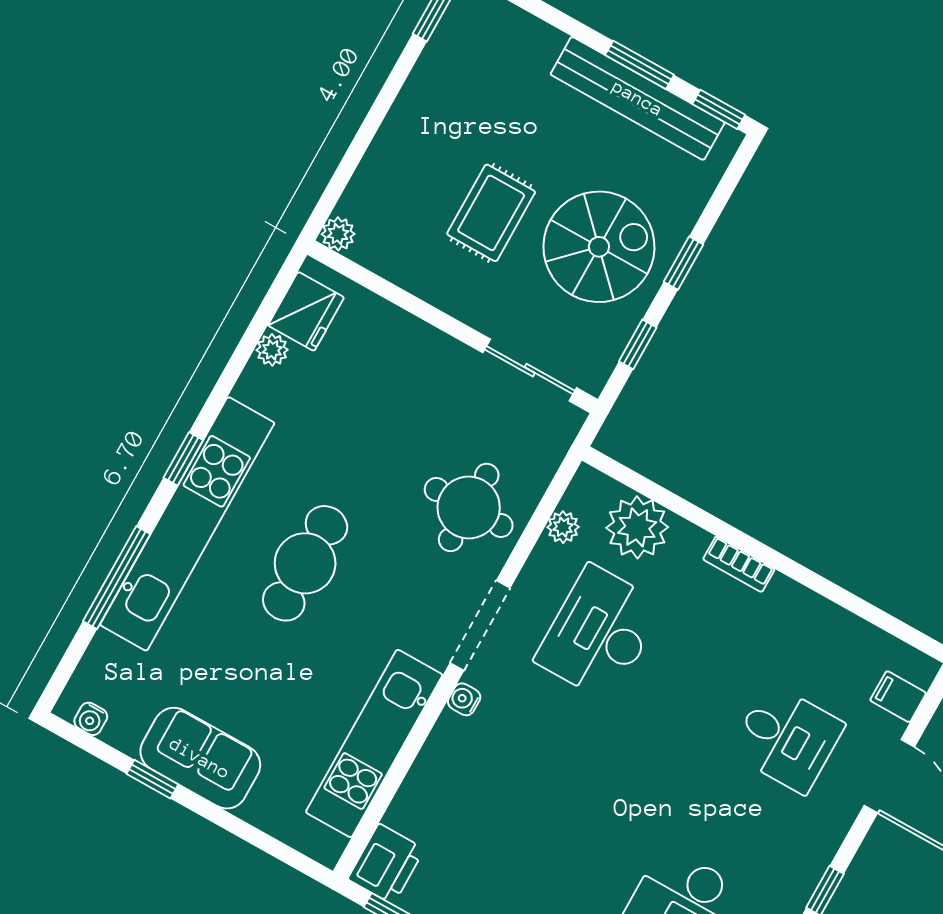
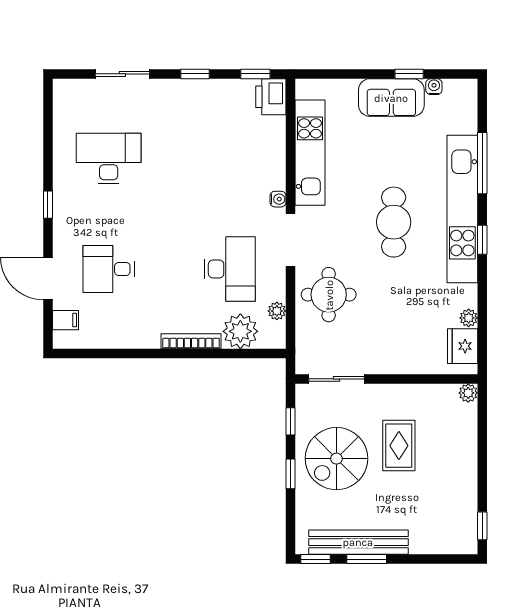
bookcase: (739, 564) -> (191, 341), width x1.56
water cooler: (91, 719) -> (434, 87), moved

